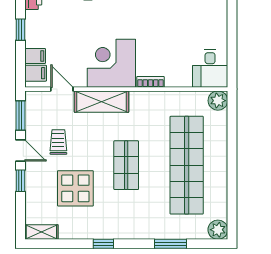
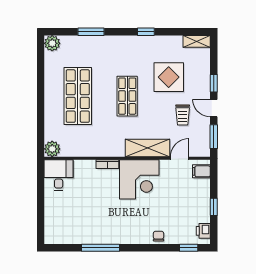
filing cabinet: (35, 56) -> (202, 185), removed
door: (62, 89) -> (180, 158), swing flipped
shop shelf: (187, 165) -> (78, 96), width x0.71

